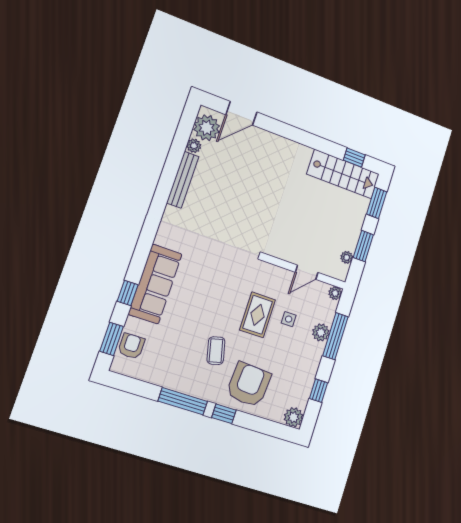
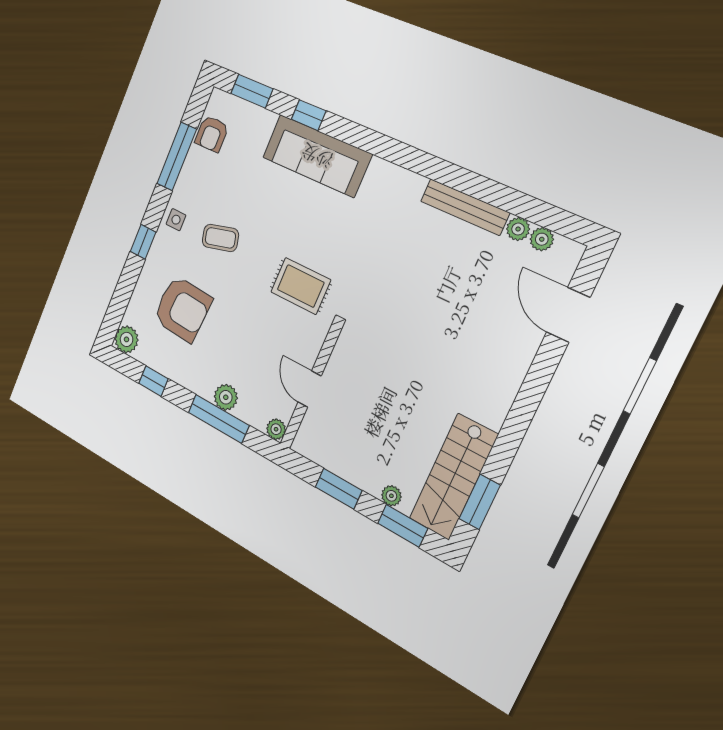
plant: (207, 128) -> (542, 239), width x0.53, depth x0.53
window: (354, 157) -> (480, 502), width x1.50
plant: (347, 257) -> (391, 496), moved
rug: (258, 315) -> (301, 286), moved
side table: (289, 319) -> (176, 220), moved
armchair: (131, 346) -> (212, 134), moved, turned 90
armchair: (249, 385) -> (182, 309), moved
window: (183, 401) -> (177, 157), moved

